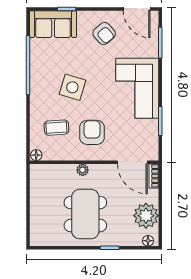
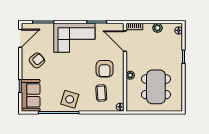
side table: (72, 87) -> (70, 99), moved
armchair: (92, 132) -> (105, 69), turned -90
door: (132, 162) -> (125, 41), swing flipped
dining table: (85, 214) -> (156, 87), moved, turned 90
plant: (146, 216) -> (157, 28), width x0.53, depth x0.53

